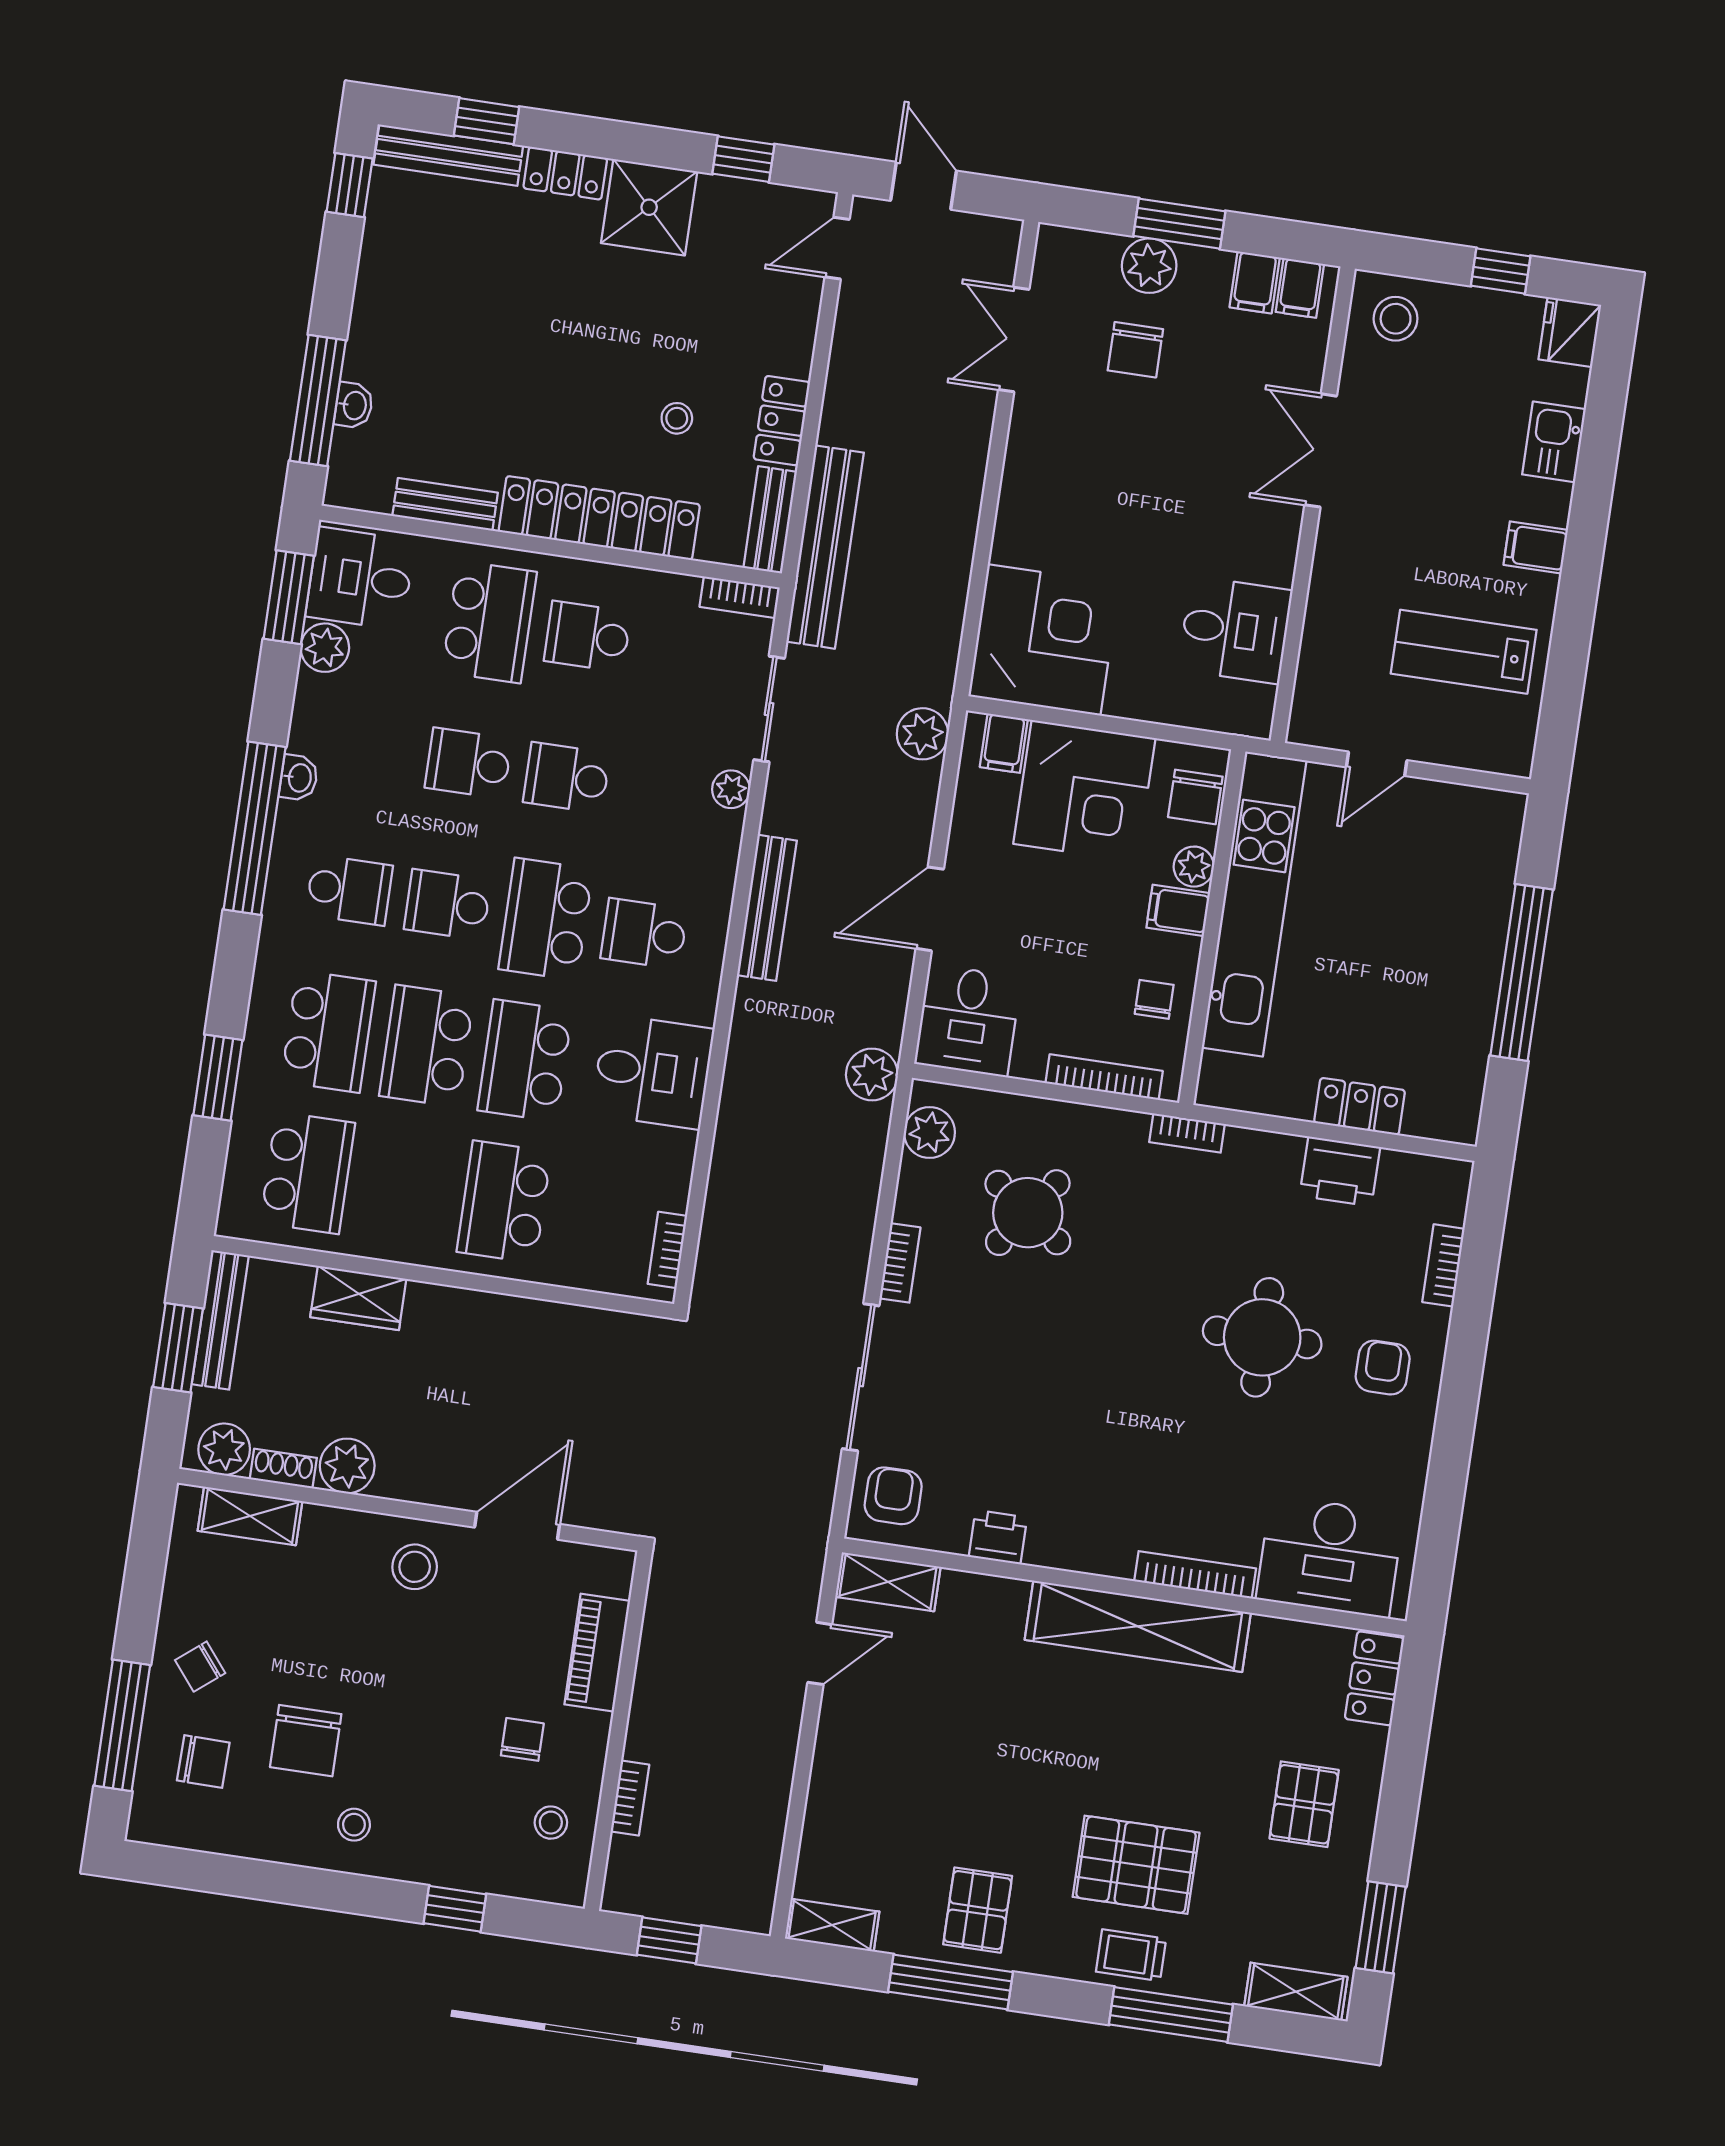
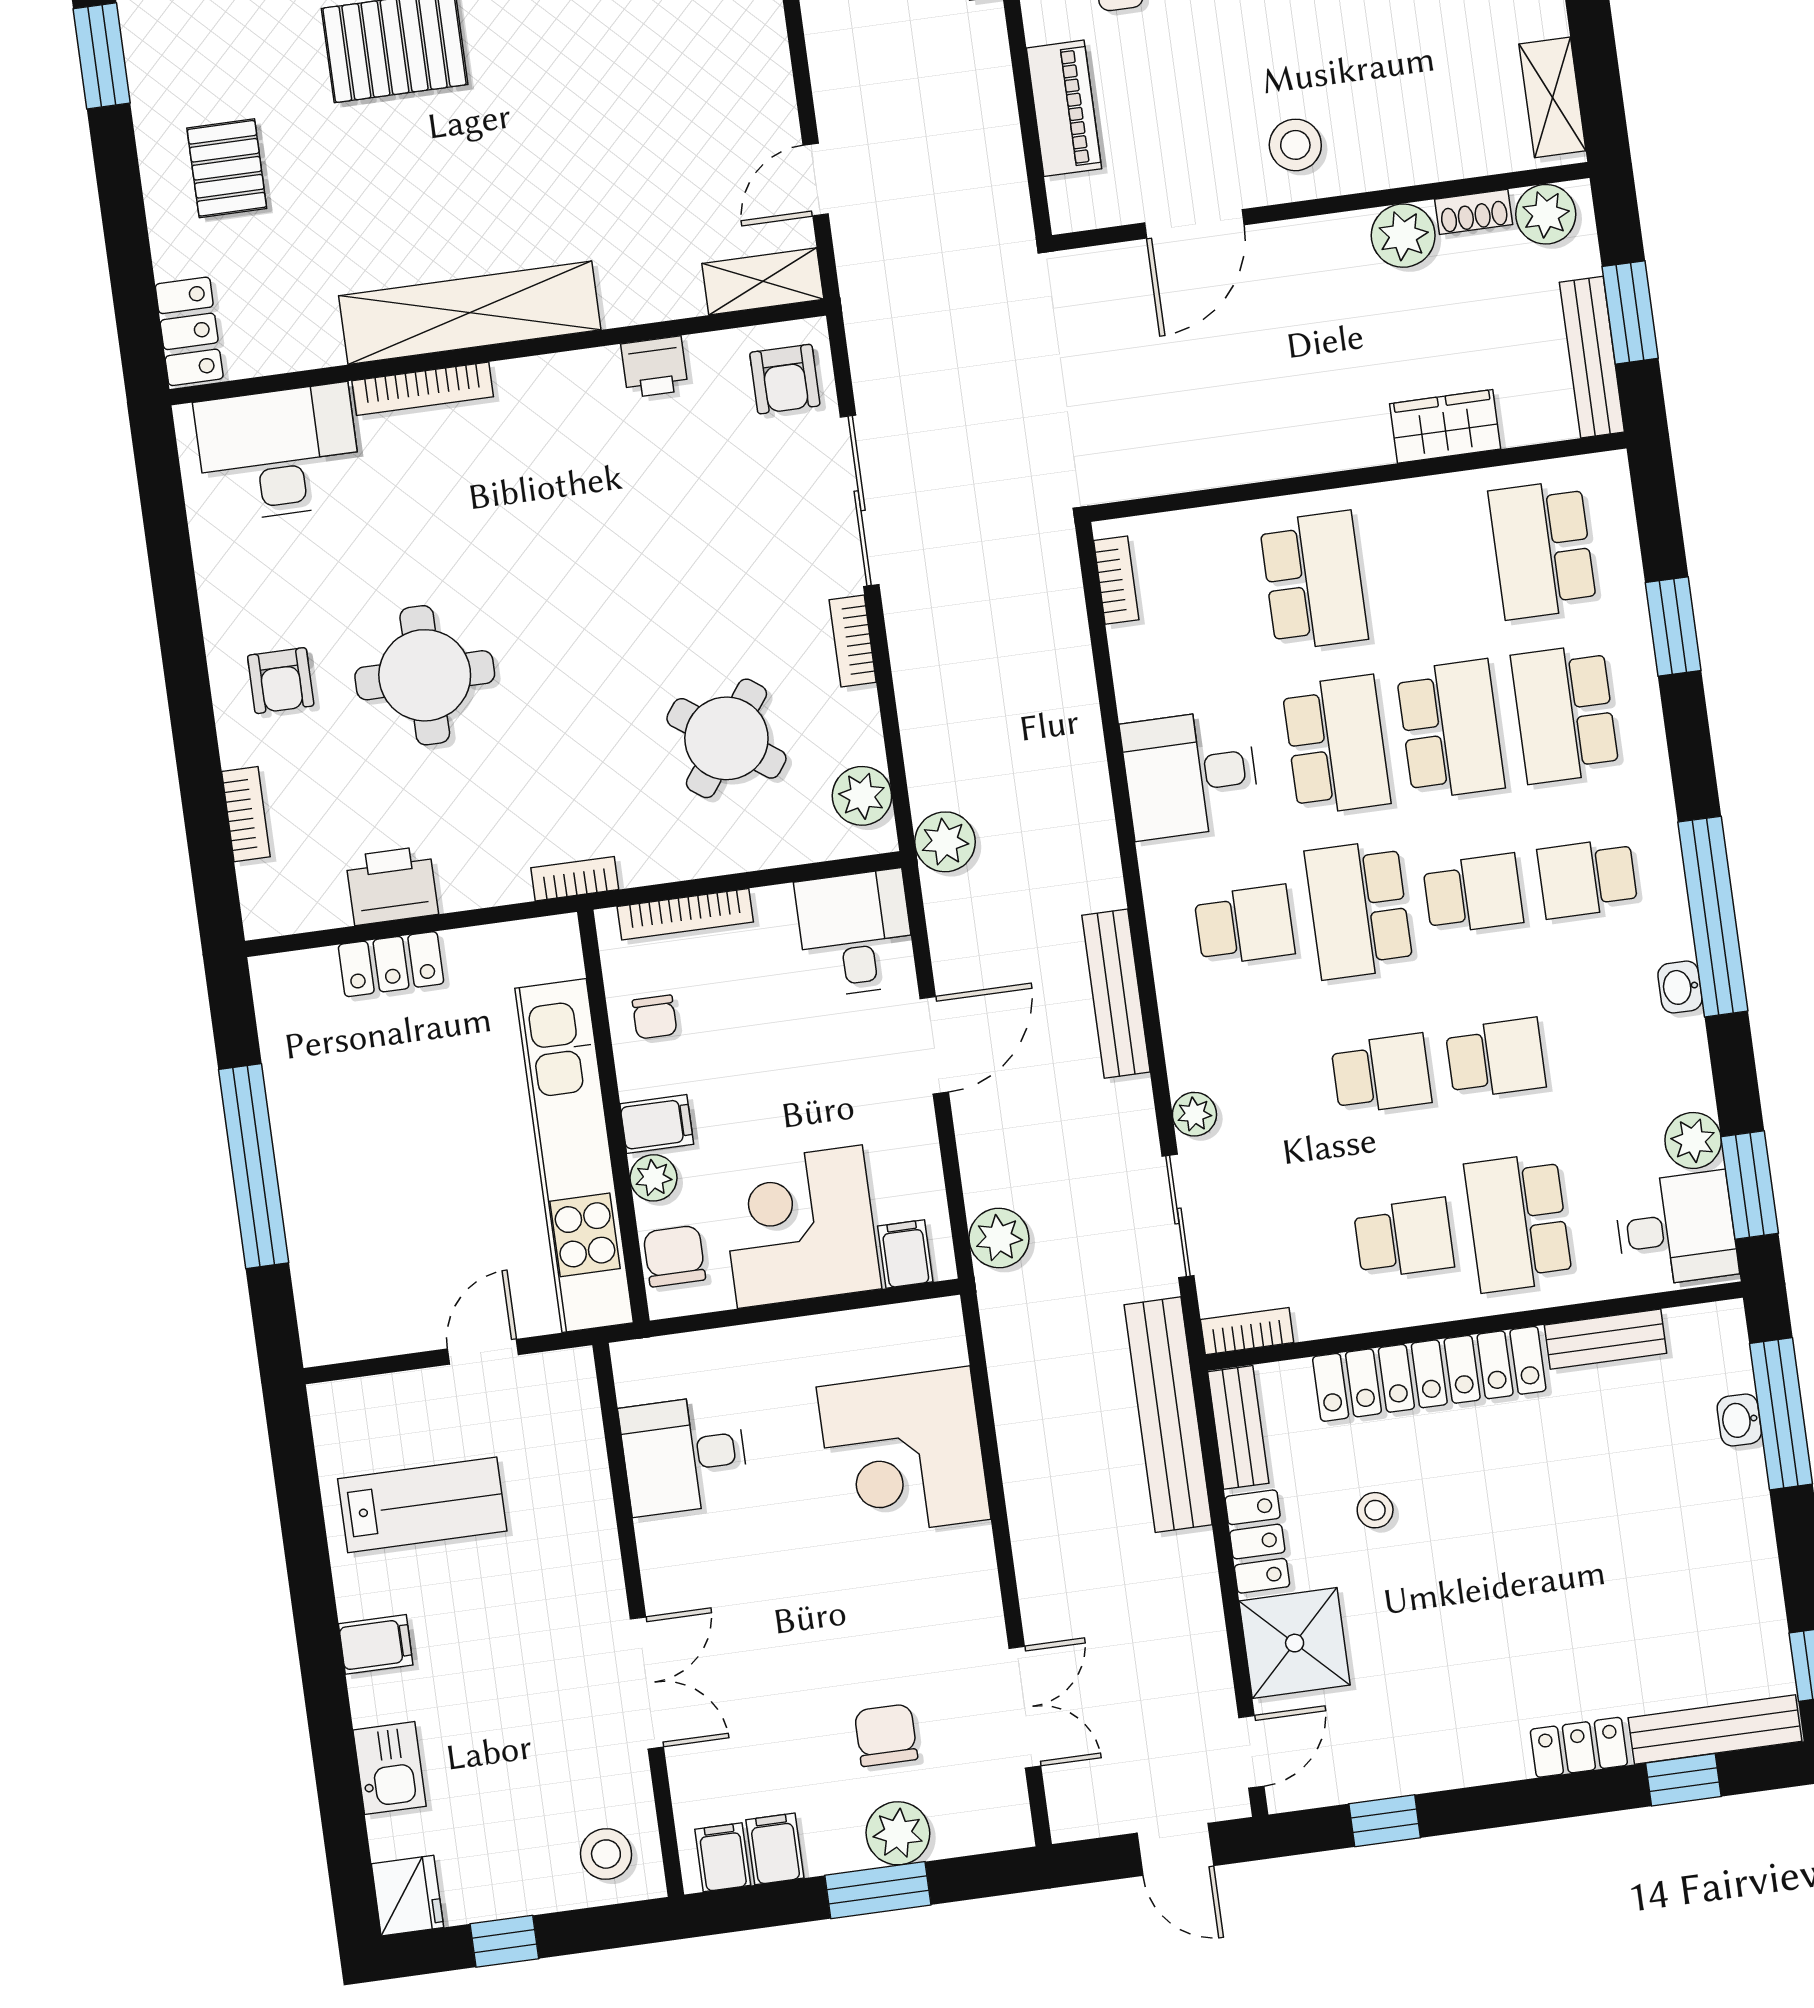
shower: (649, 207) -> (1295, 1643), moved
corner desk: (1044, 640) -> (904, 1453), moved
school desk: (546, 919) -> (1359, 909), turned 180
shelving: (250, 1516) -> (1552, 97), moved, turned 90

